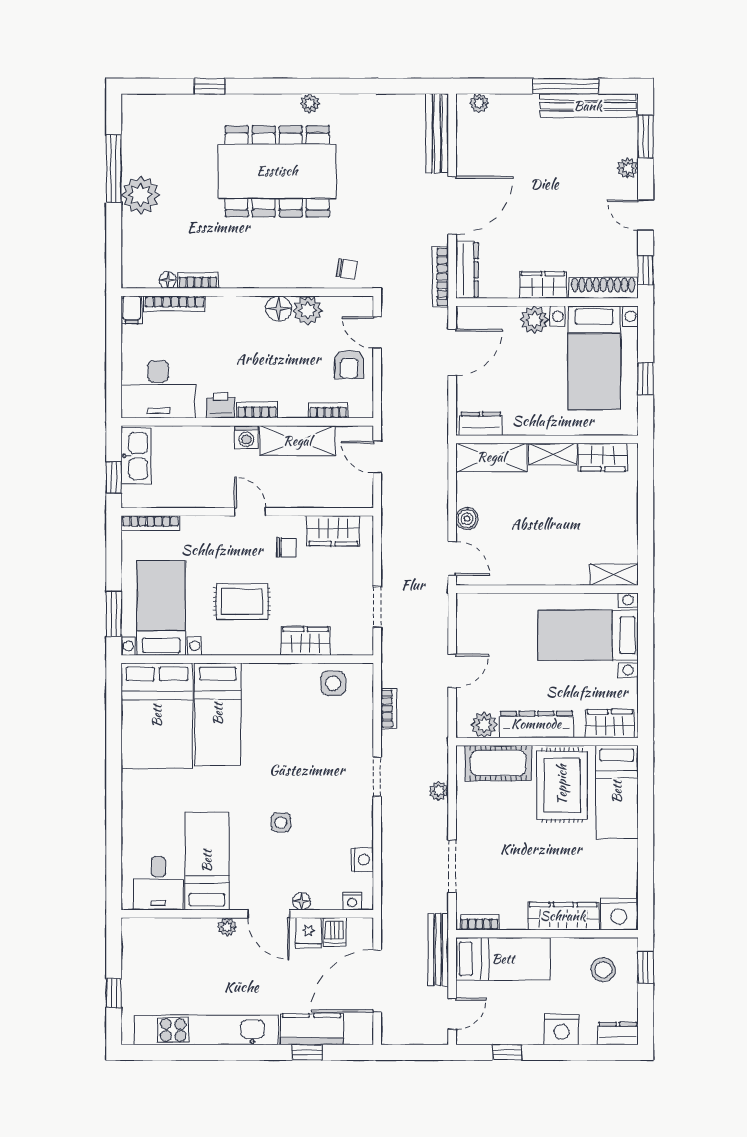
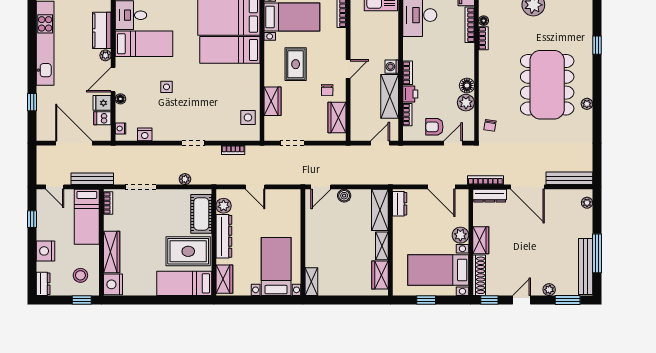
printer: (221, 406) -> (410, 94), moved
kitchen counter: (312, 1029) -> (102, 30), moved, turned 180

